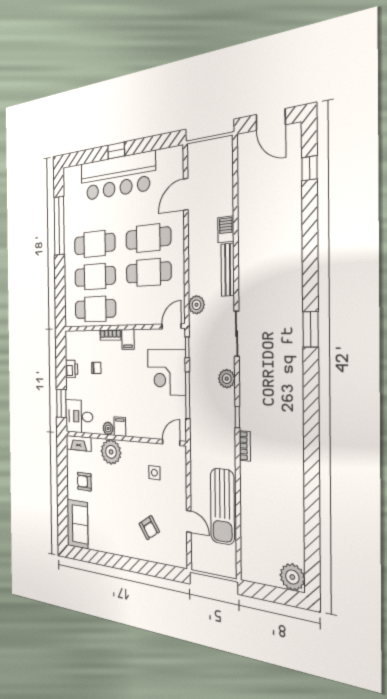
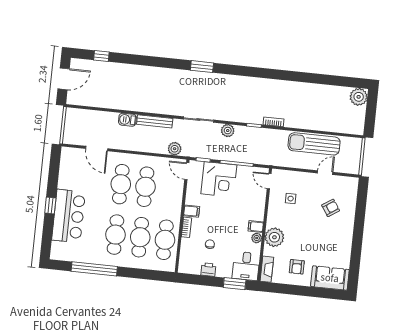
bar counter: (117, 176) -> (69, 216), width x0.73
sun lounger: (222, 506) -> (314, 144), turned 180

